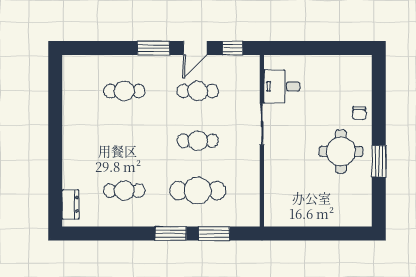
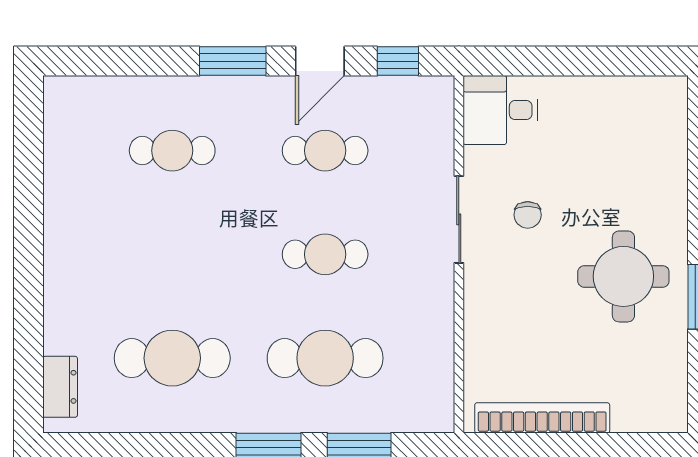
desk: (282, 86) -> (501, 110), moved
chair: (359, 113) -> (528, 215), moved
cafe table: (124, 191) -> (172, 358), width x1.37, depth x1.35
bookcase: (302, 219) -> (542, 418), added

